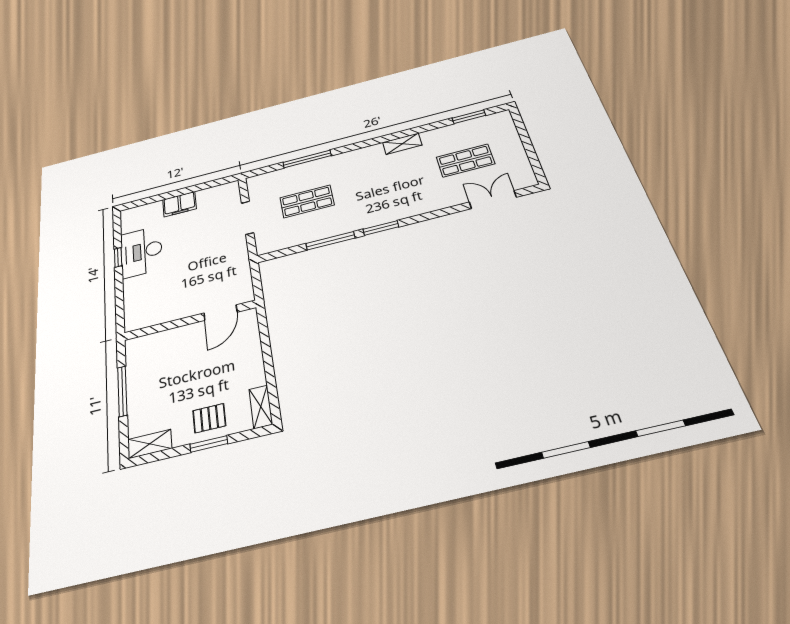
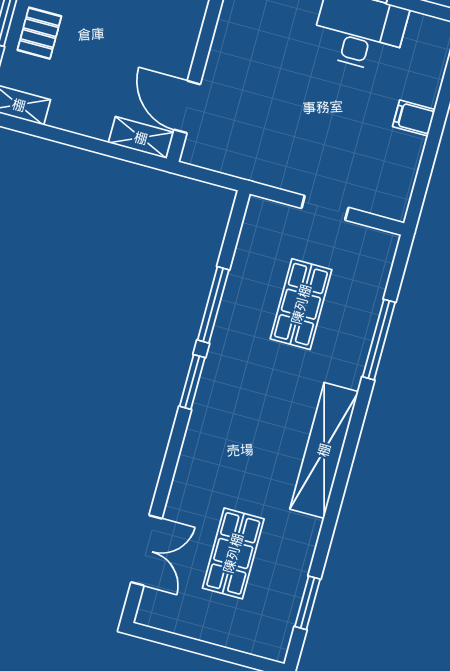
shelving: (402, 144) -> (324, 450), width x2.20, depth x1.33
filing cabinet: (179, 204) -> (414, 118), width x0.50
doorway: (248, 218) -> (325, 208), width x0.73
shelving: (250, 327) -> (141, 138), added

